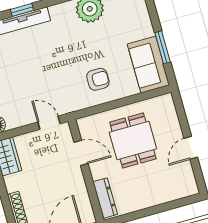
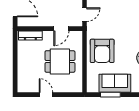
sofa: (148, 65) -> (115, 83), moved
armchair: (98, 79) -> (102, 51), width x1.88, depth x1.88

